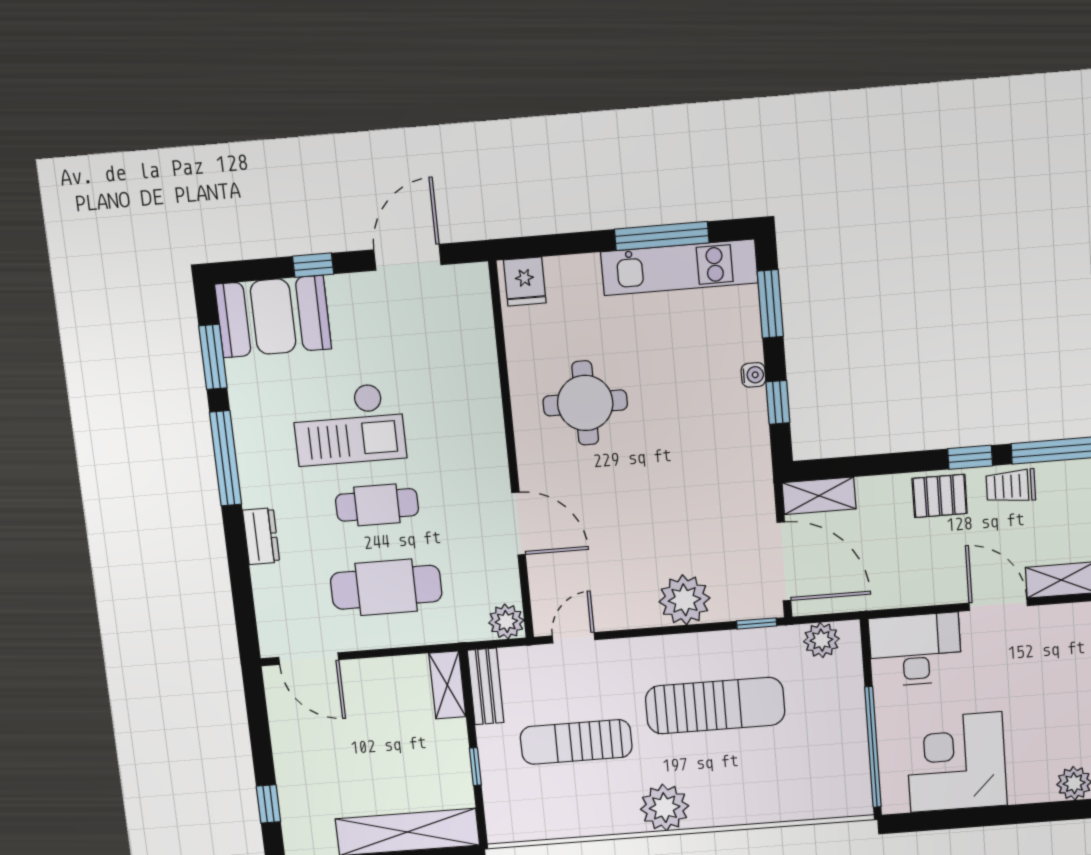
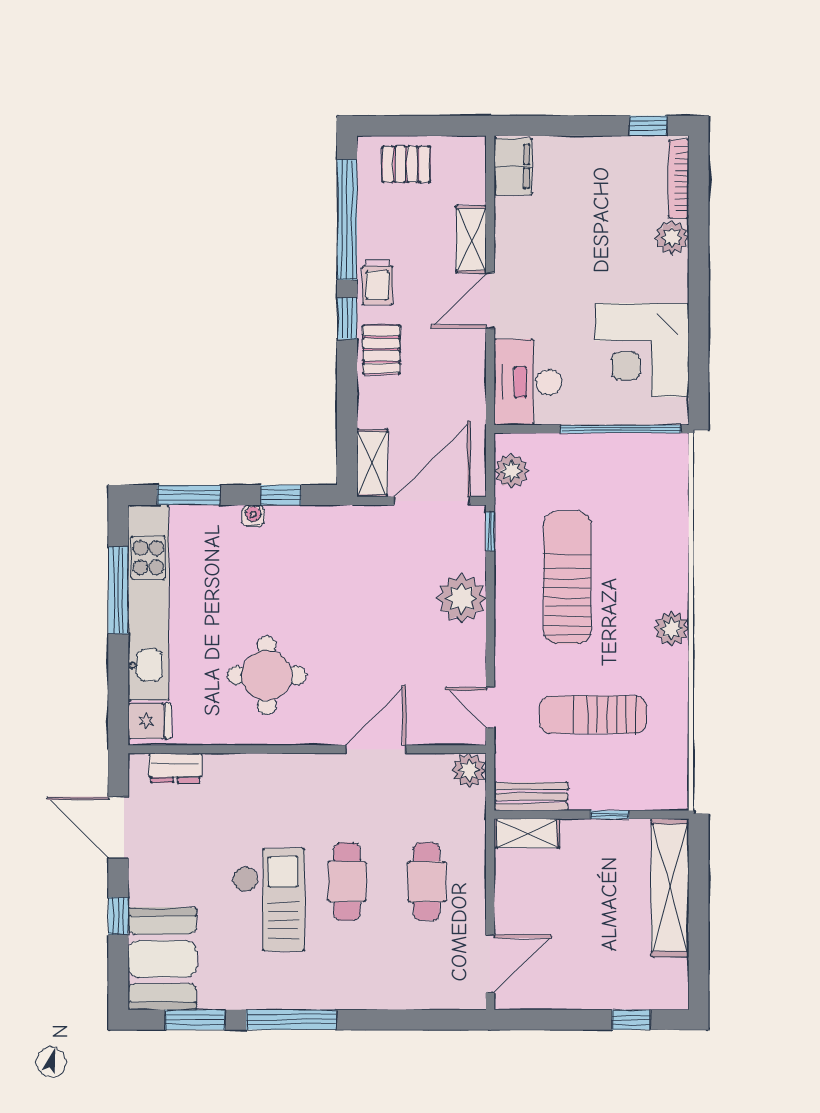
kitchen unit: (679, 267) -> (148, 603), width x1.36
dresser: (261, 536) -> (175, 768), moved, turned 180
cafe table: (386, 587) -> (427, 882), width x0.73, depth x0.74
sun lounger: (576, 742) -> (593, 715), turned 90
plant: (665, 808) -> (671, 629), width x0.73, depth x0.73

